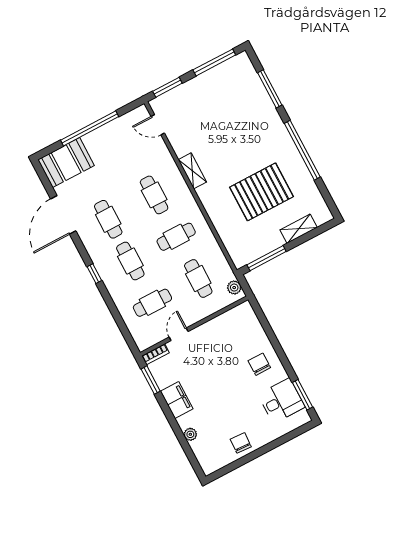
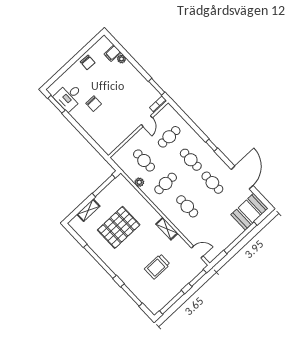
trolley: (221, 120) -> (157, 267), added
plant: (234, 288) -> (139, 182), moved
chair: (259, 364) -> (94, 104), moved
filing cabinet: (177, 400) -> (113, 53), moved, width x0.50

